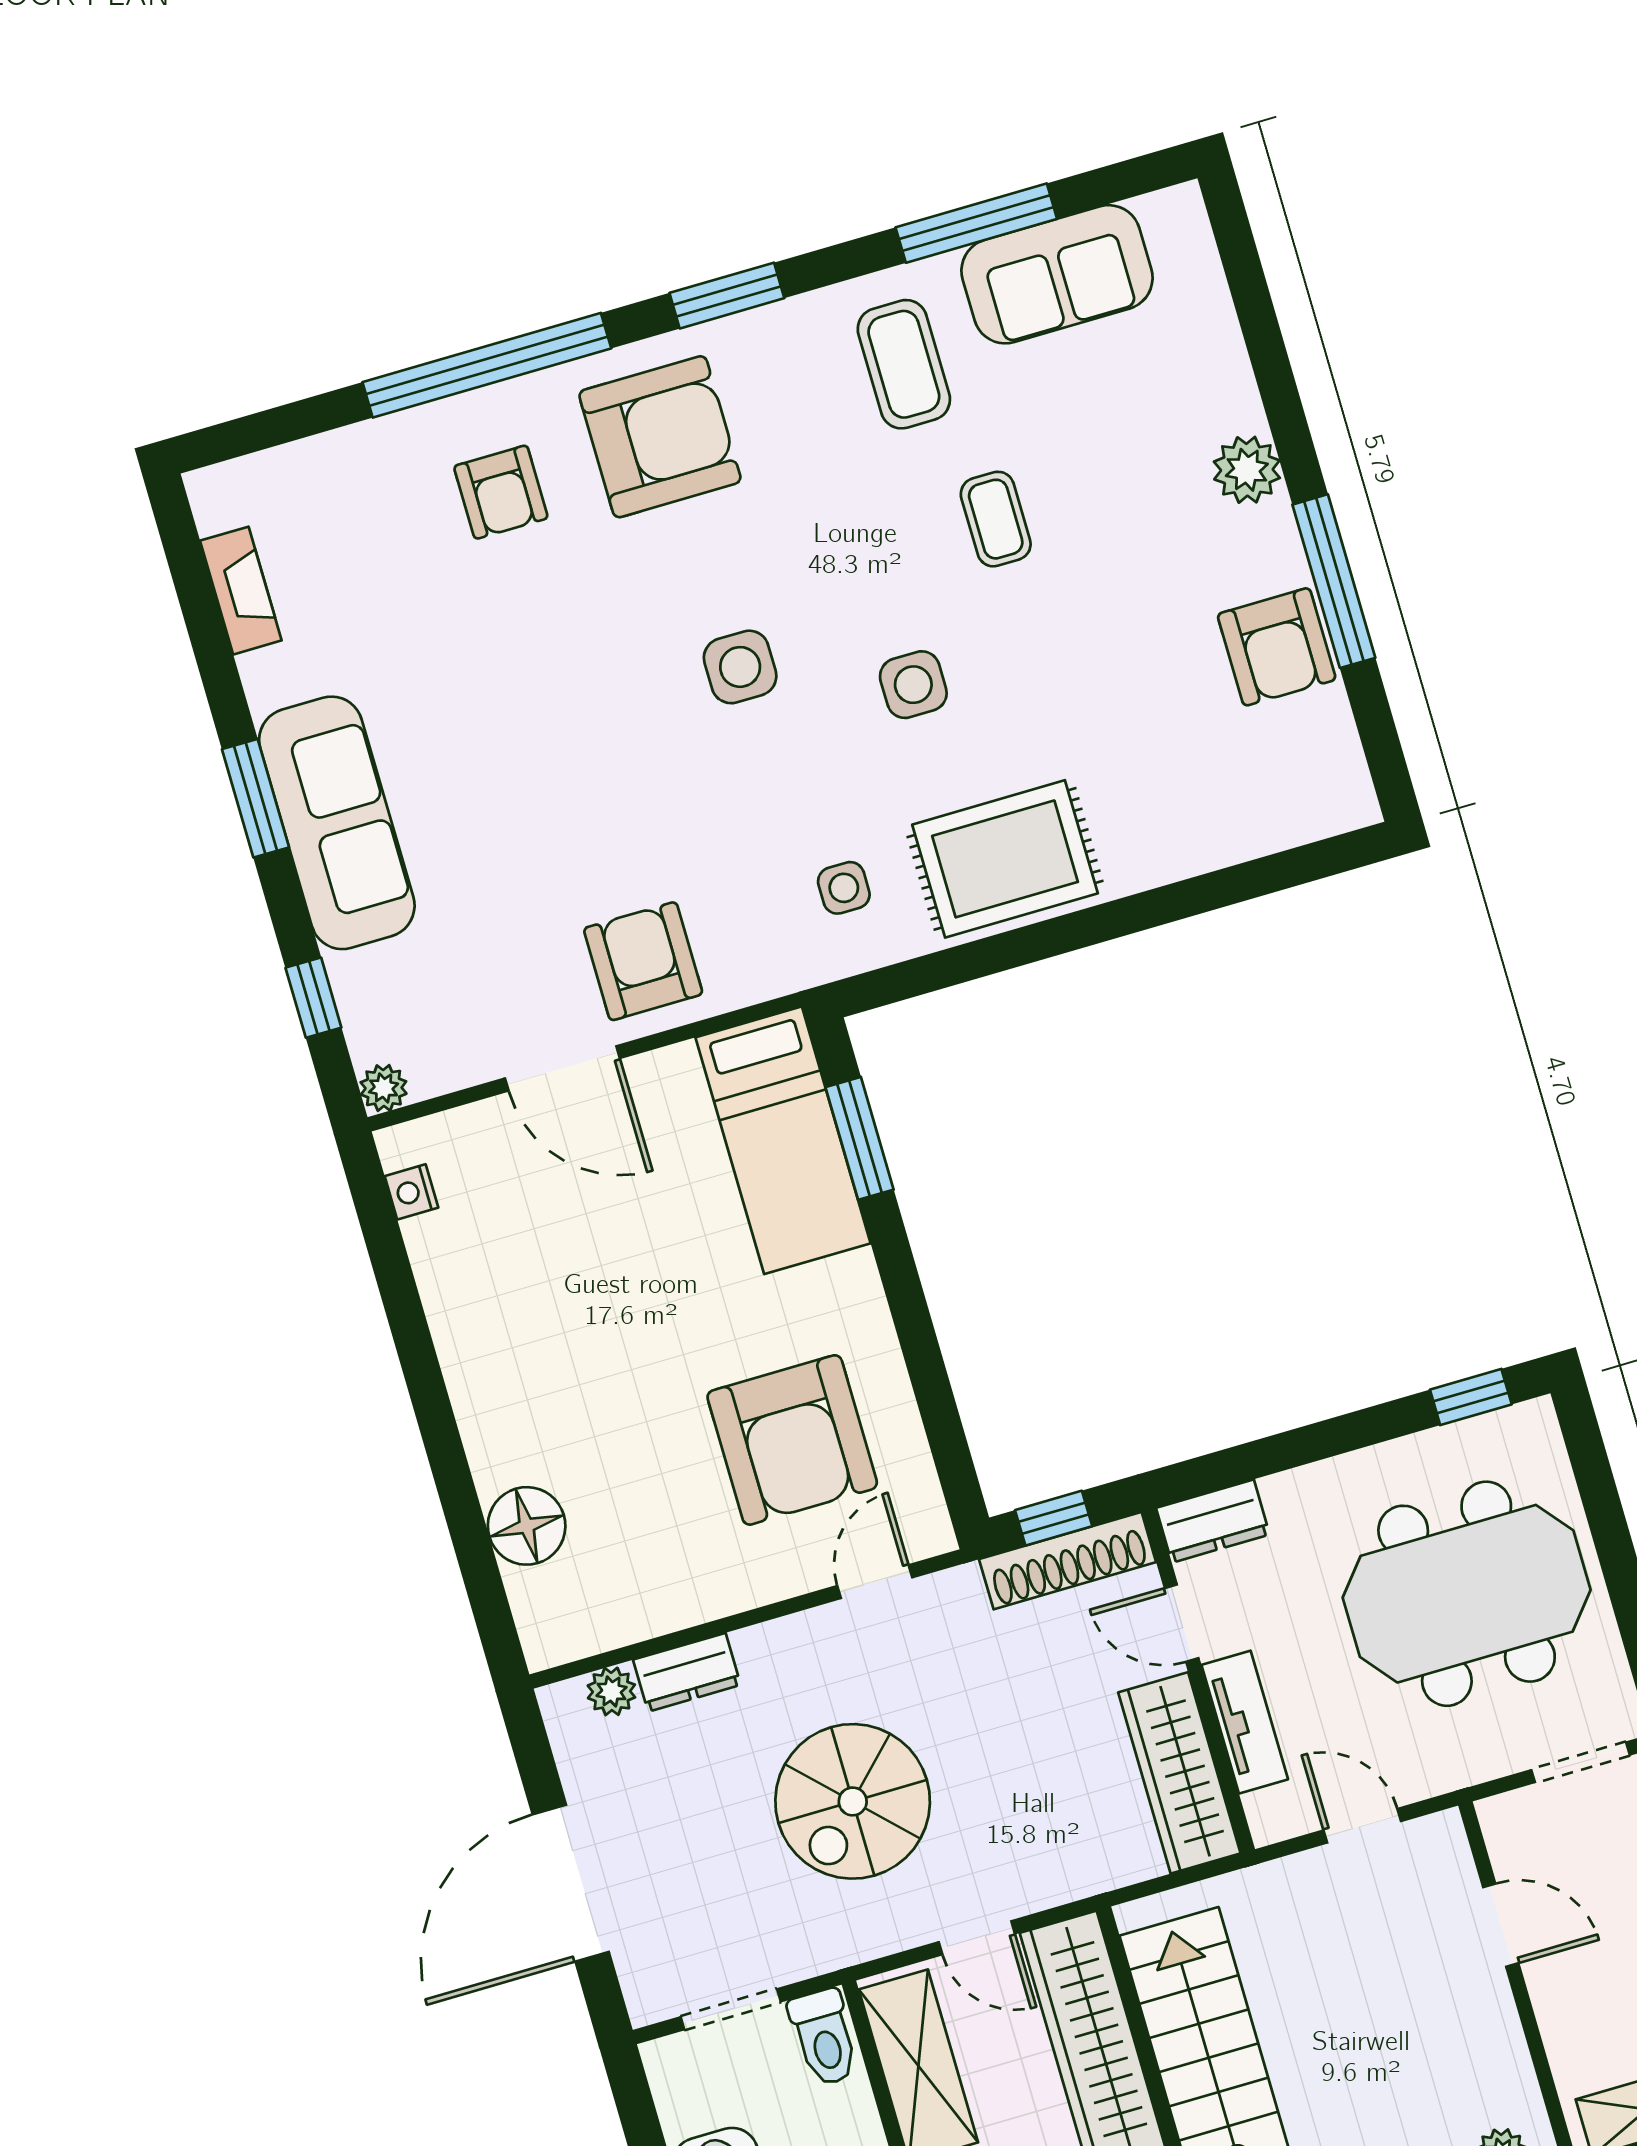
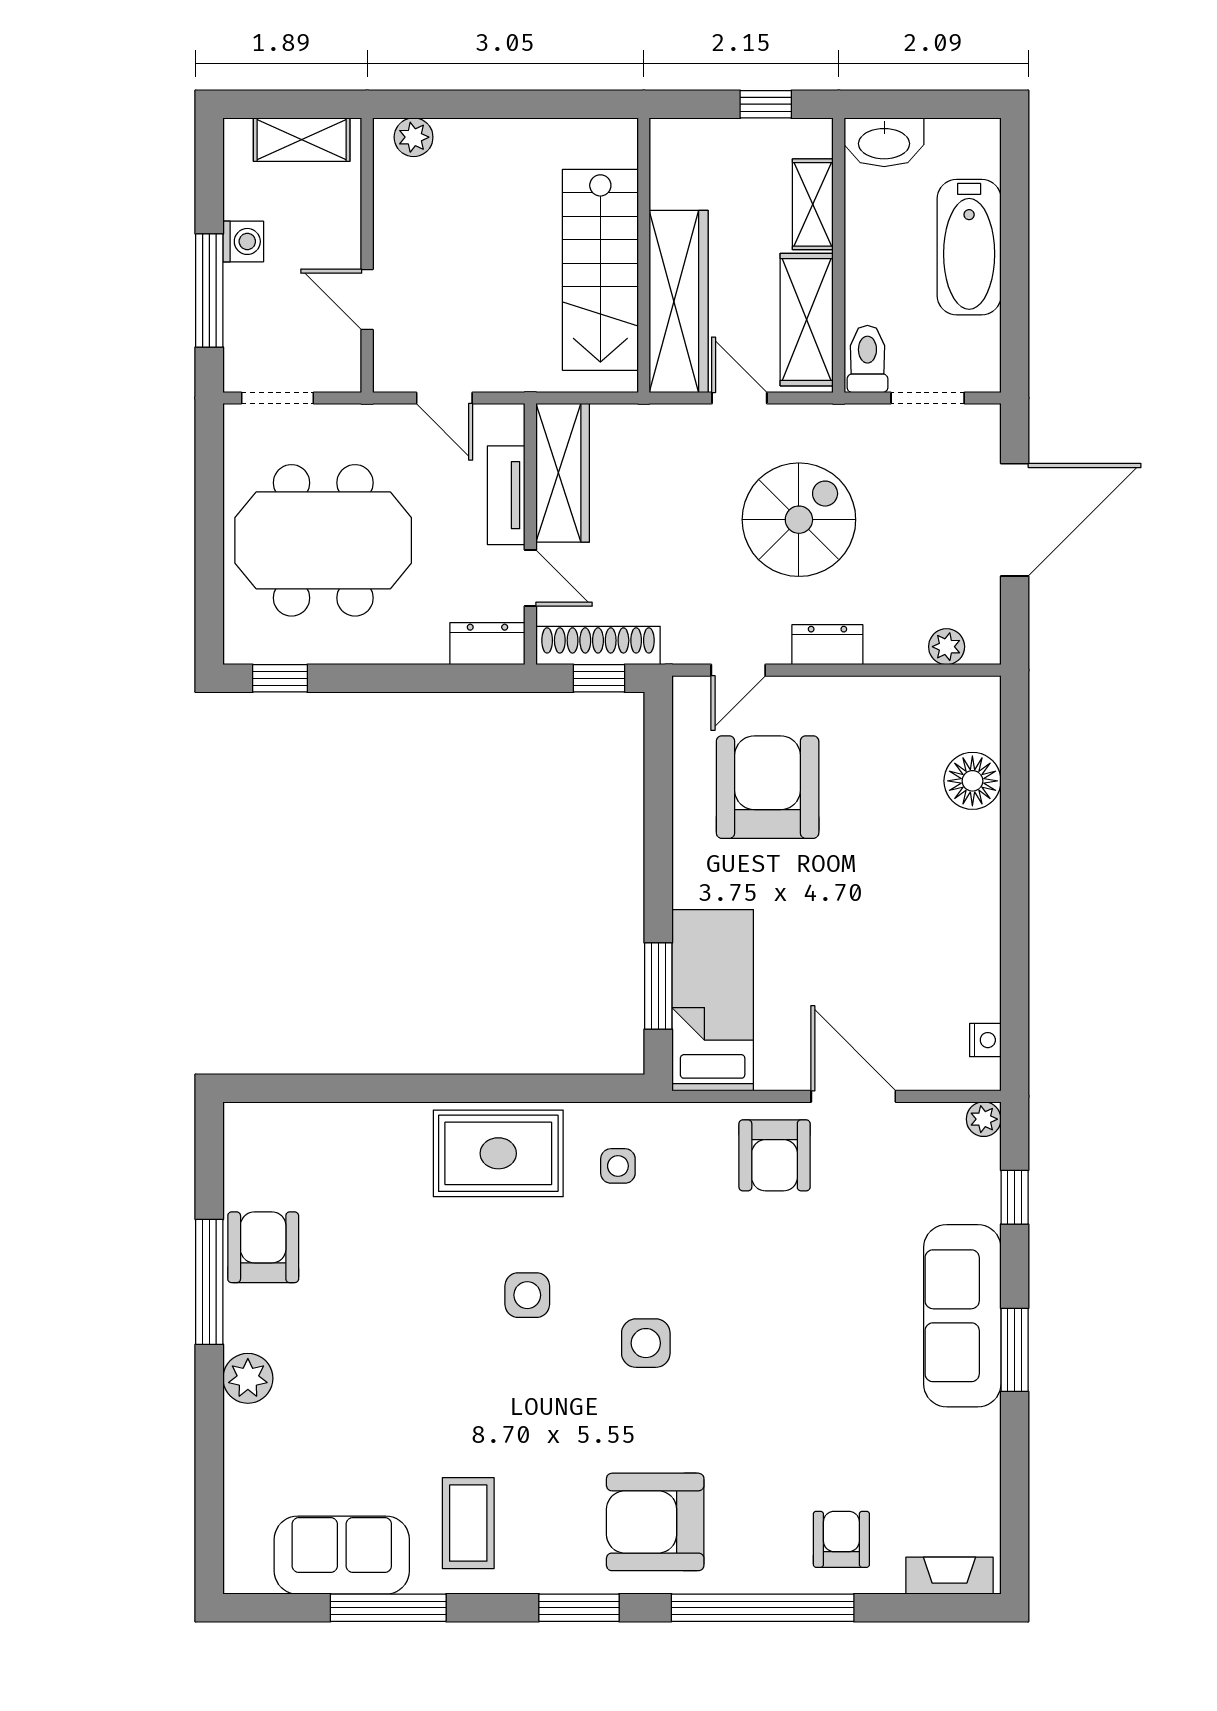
armchair: (501, 492) -> (841, 1539), moved
coffee table: (996, 519) -> (435, 1395), removed
fireplace: (241, 591) -> (950, 1576), moved, turned 90
dresser: (687, 1672) -> (827, 645), moved

